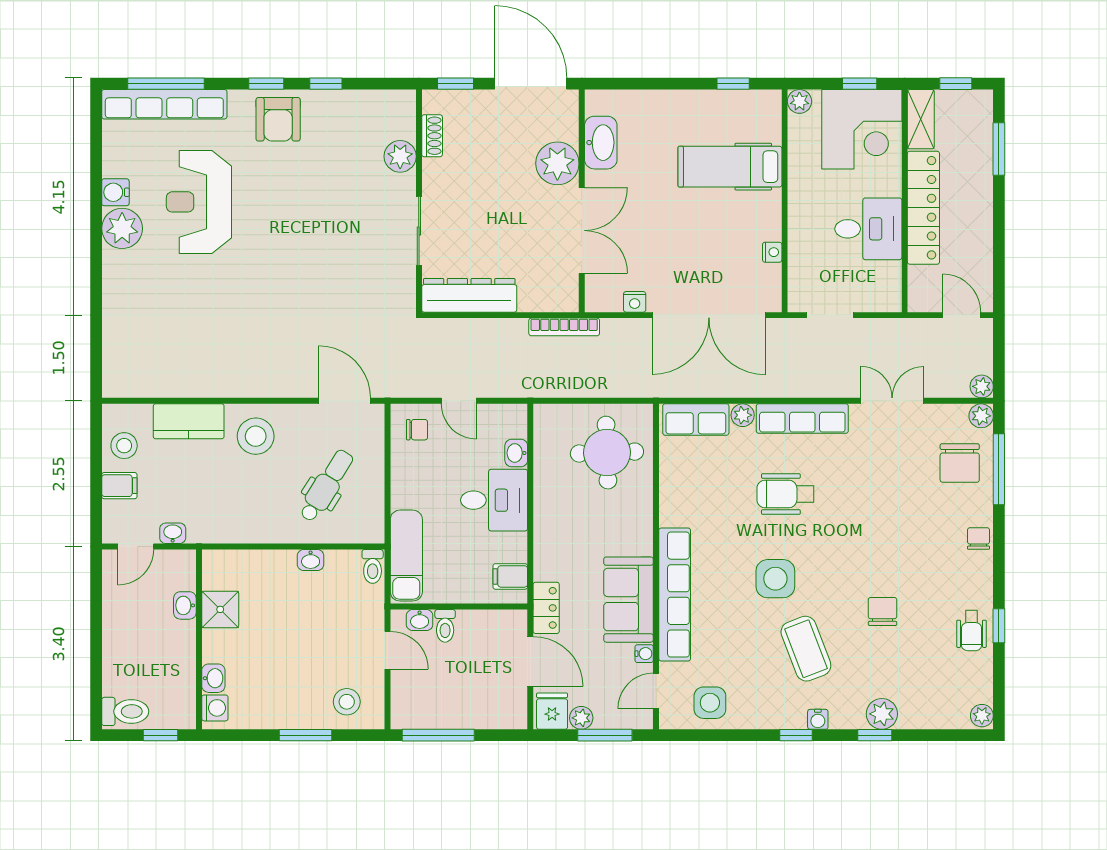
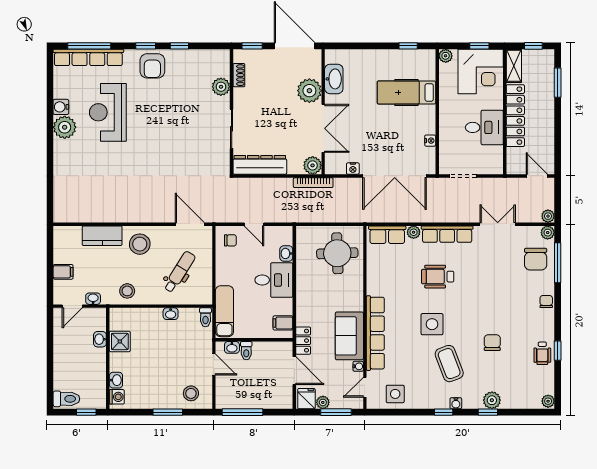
plant: (563, 296) -> (313, 165), added
stool: (124, 446) -> (127, 291), moved

